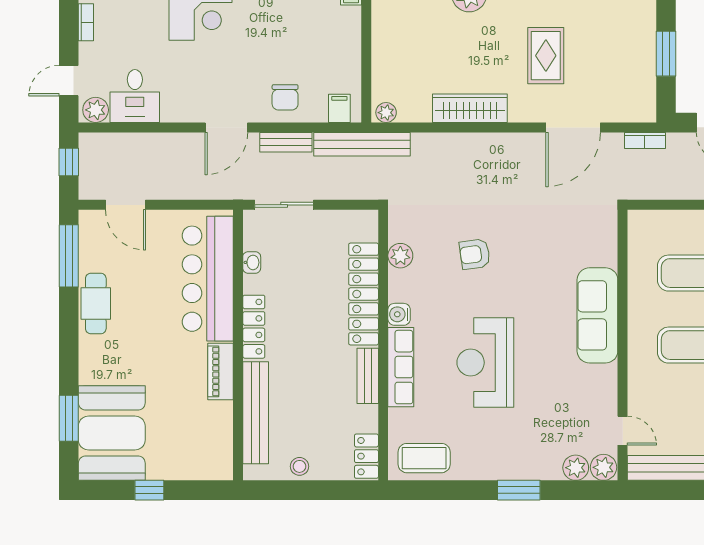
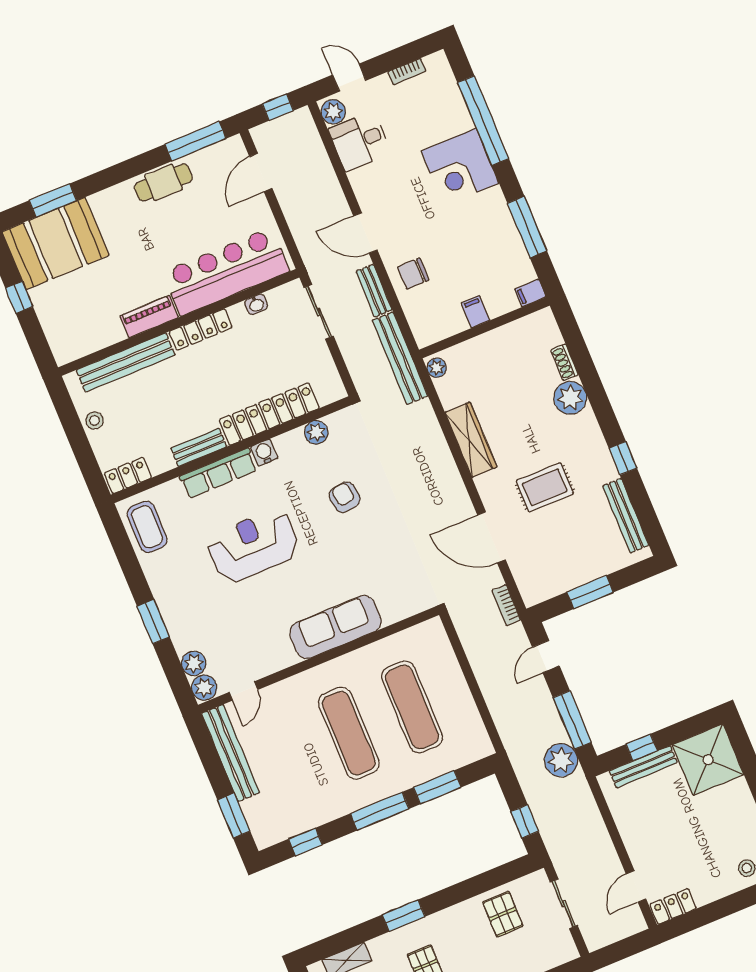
filing cabinet: (339, 108) -> (475, 312), moved, turned -90

